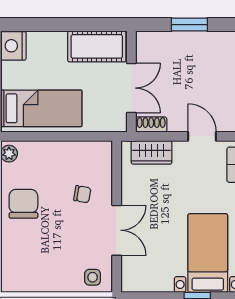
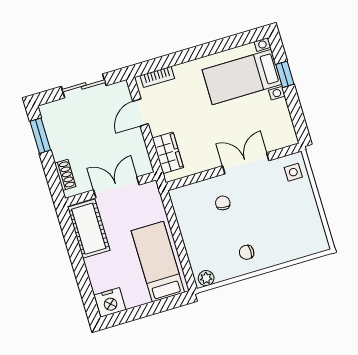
window: (189, 25) -> (40, 136), moved
shoe rack: (151, 125) -> (65, 175), moved, turned 180
chair: (23, 204) -> (247, 252), width x0.54, depth x0.54

